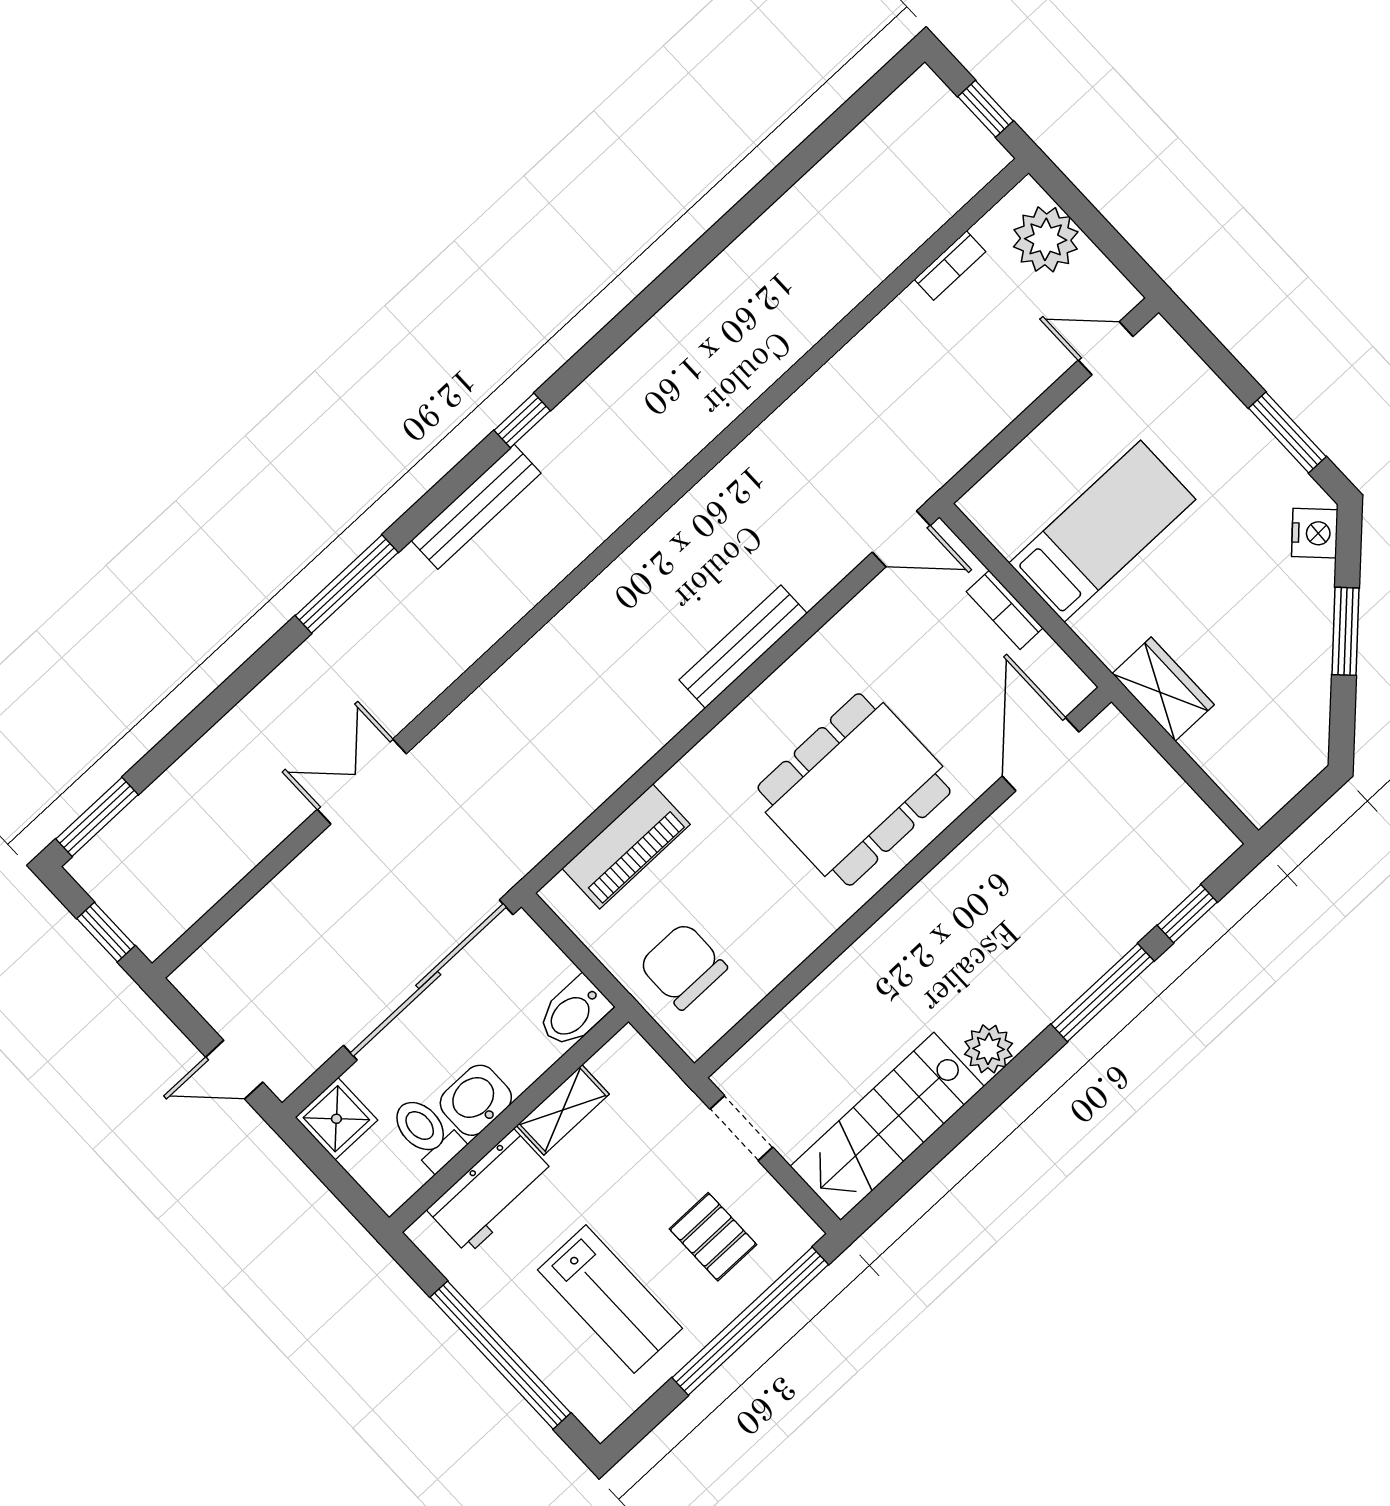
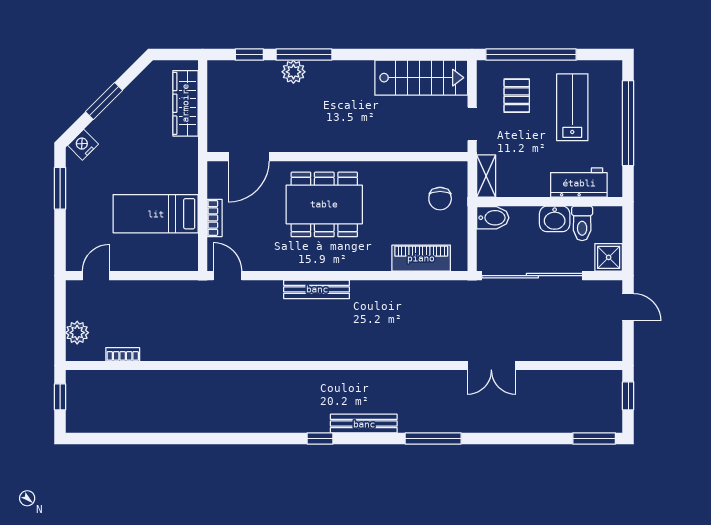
plant: (1046, 239) -> (77, 333), width x0.73, depth x0.73
door: (1106, 348) -> (96, 276), swing flipped
wardrobe: (1163, 689) -> (185, 103), moved, width x1.50
chair: (683, 966) -> (440, 199), width x0.73, depth x0.73
plant: (989, 1049) -> (293, 72), moved
shelving: (563, 1110) -> (486, 176), moved, turned 90

